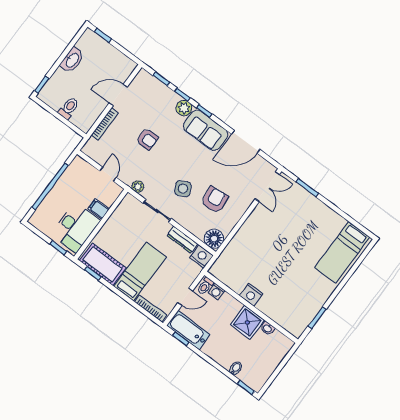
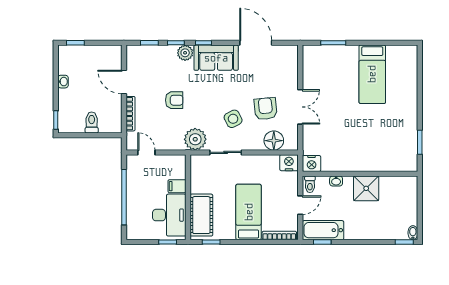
washbasin: (72, 60) -> (63, 82), width x0.52, depth x0.69
door: (118, 95) -> (124, 82), hinge flipped
door: (246, 142) -> (256, 43), swing flipped
door: (108, 174) -> (146, 152), moved
plant: (138, 187) -> (195, 139), width x1.87, depth x1.87
double door: (267, 187) -> (300, 107), moved
floor lamp: (214, 239) -> (274, 141), moved
dresser: (182, 240) -> (263, 161), removed
bed: (342, 252) -> (372, 74), moved
cot: (103, 264) -> (201, 215), moved, turned 90
washing machine: (216, 292) -> (322, 182), removed
nightstand: (251, 295) -> (312, 163), moved
washbasin: (267, 328) -> (336, 181), moved
bidet: (236, 368) -> (413, 233), moved

